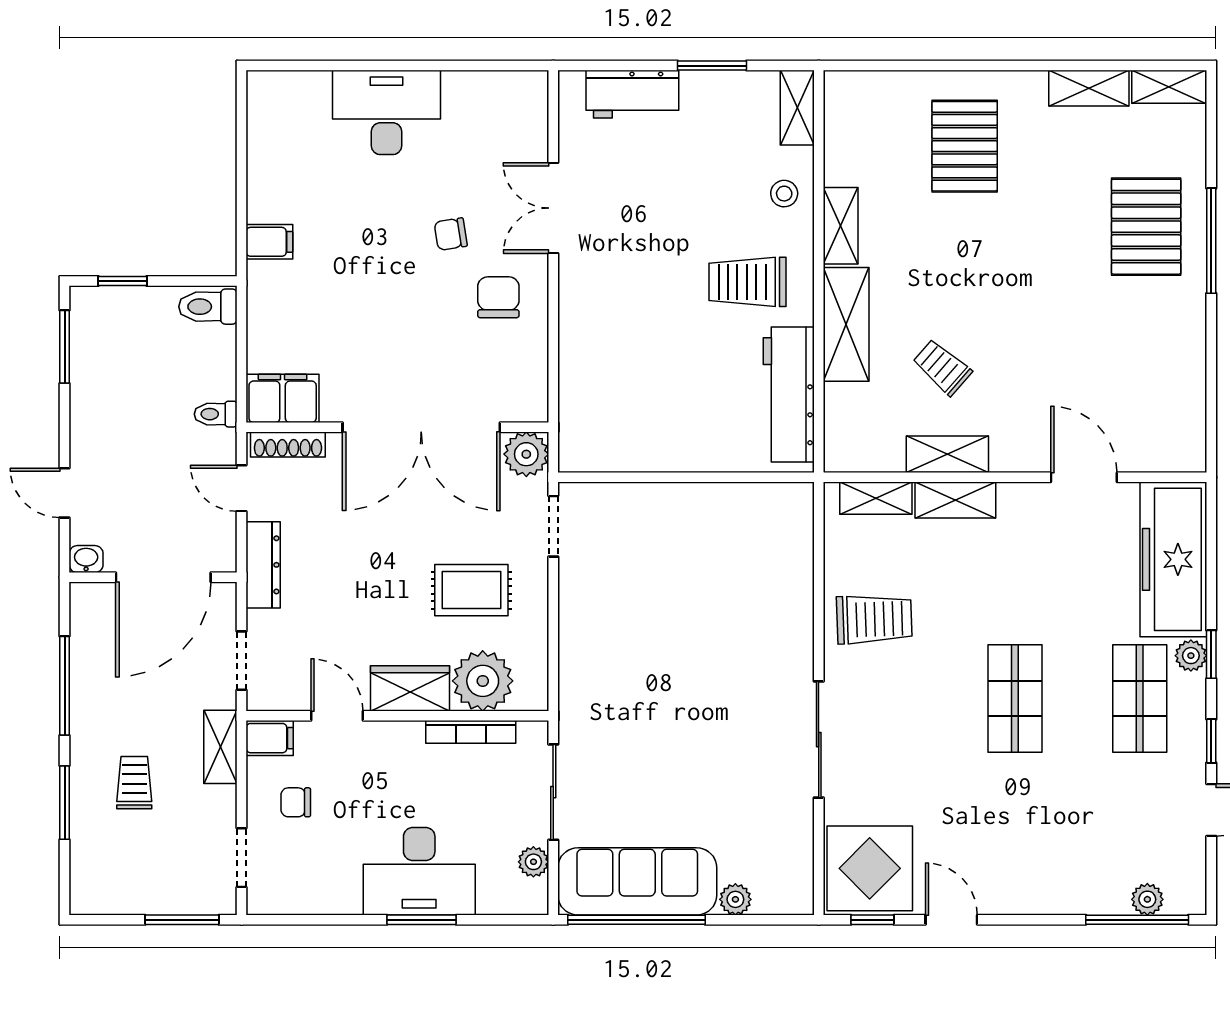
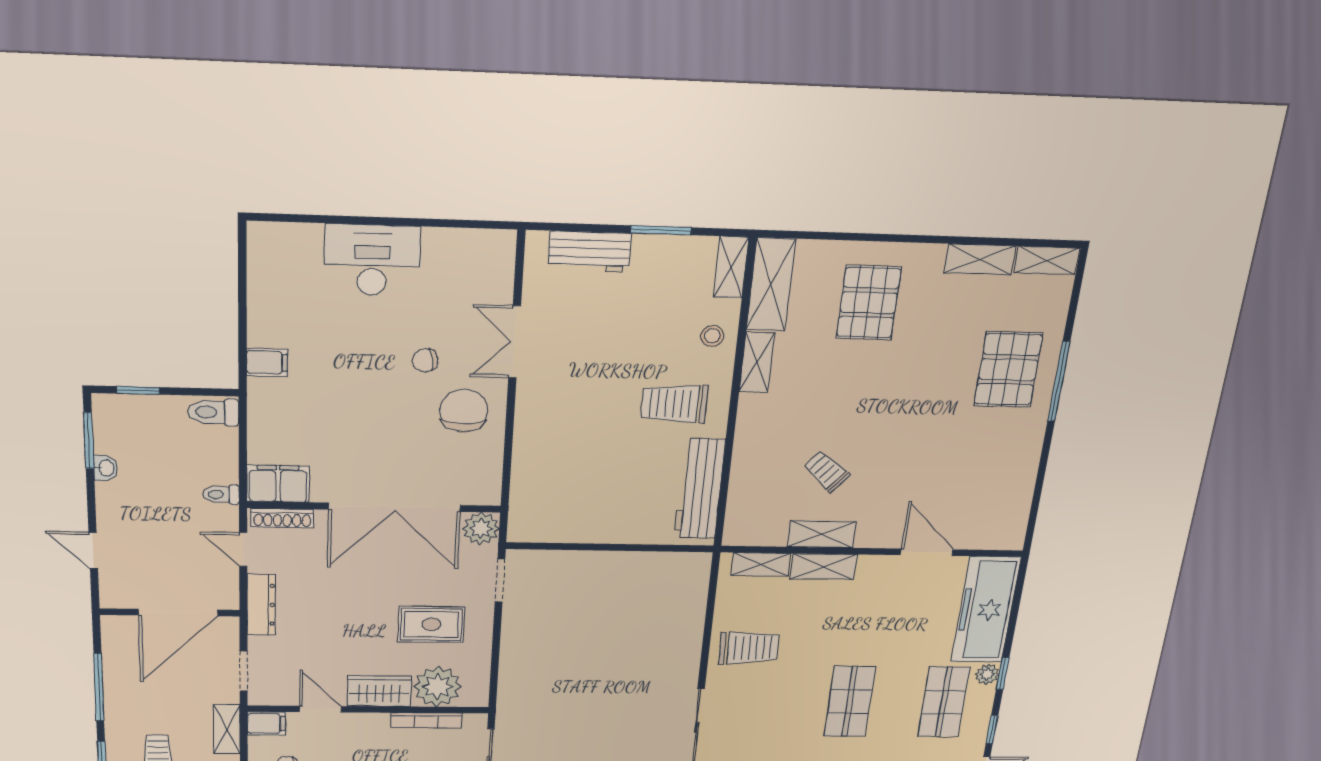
chair: (498, 297) -> (464, 411), width x1.37, depth x1.37
shelving: (846, 324) -> (771, 284), moved
washbasin: (86, 559) -> (106, 468), moved, turned 90

